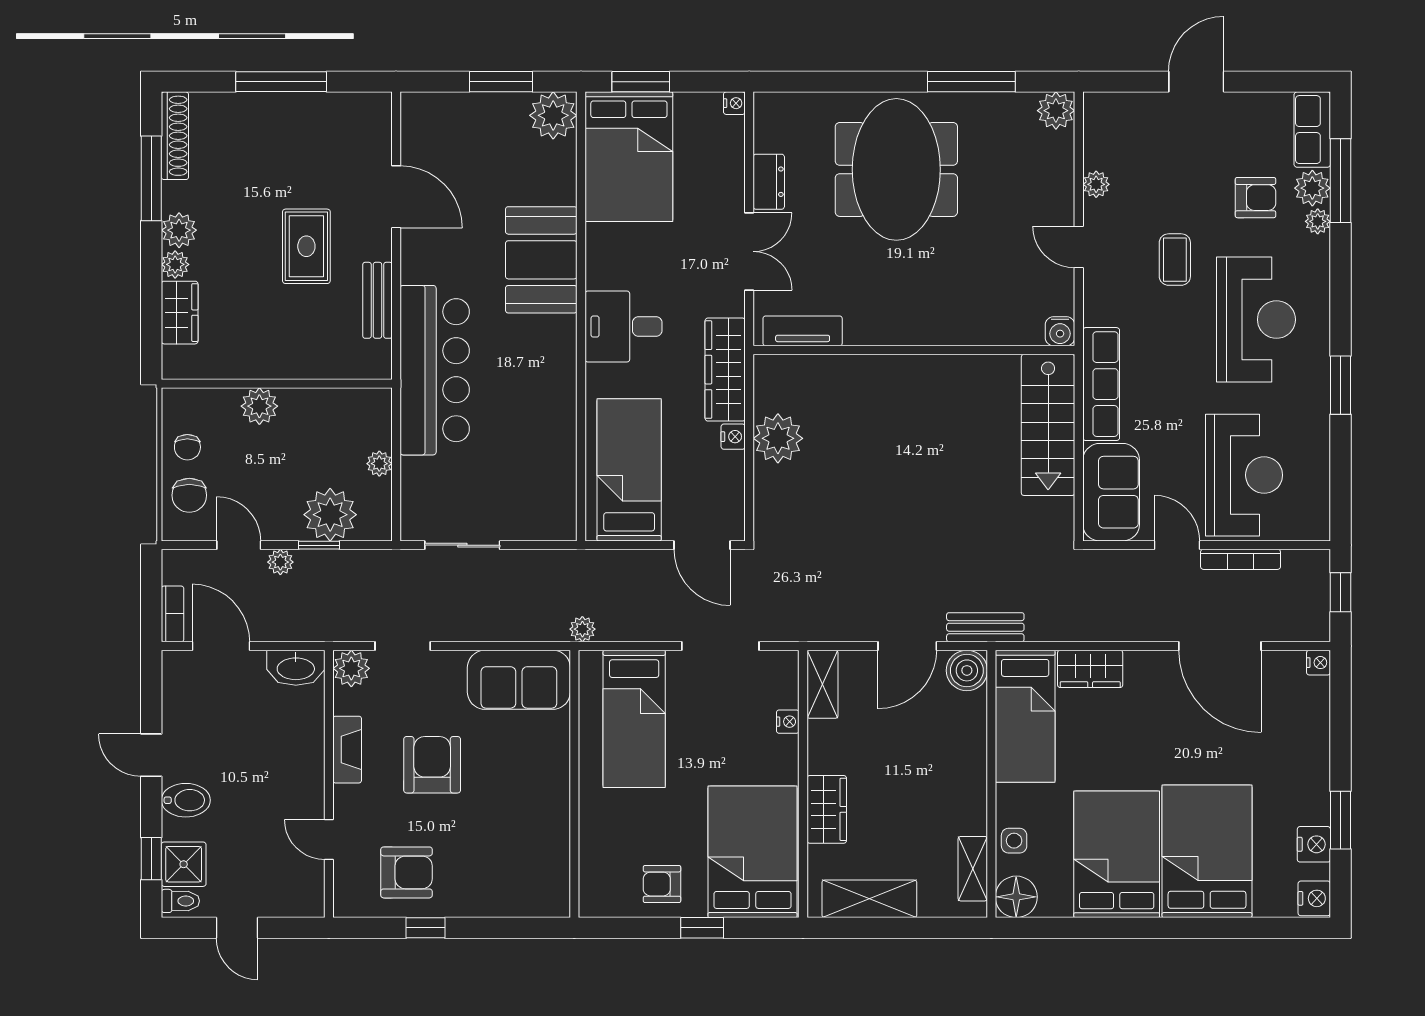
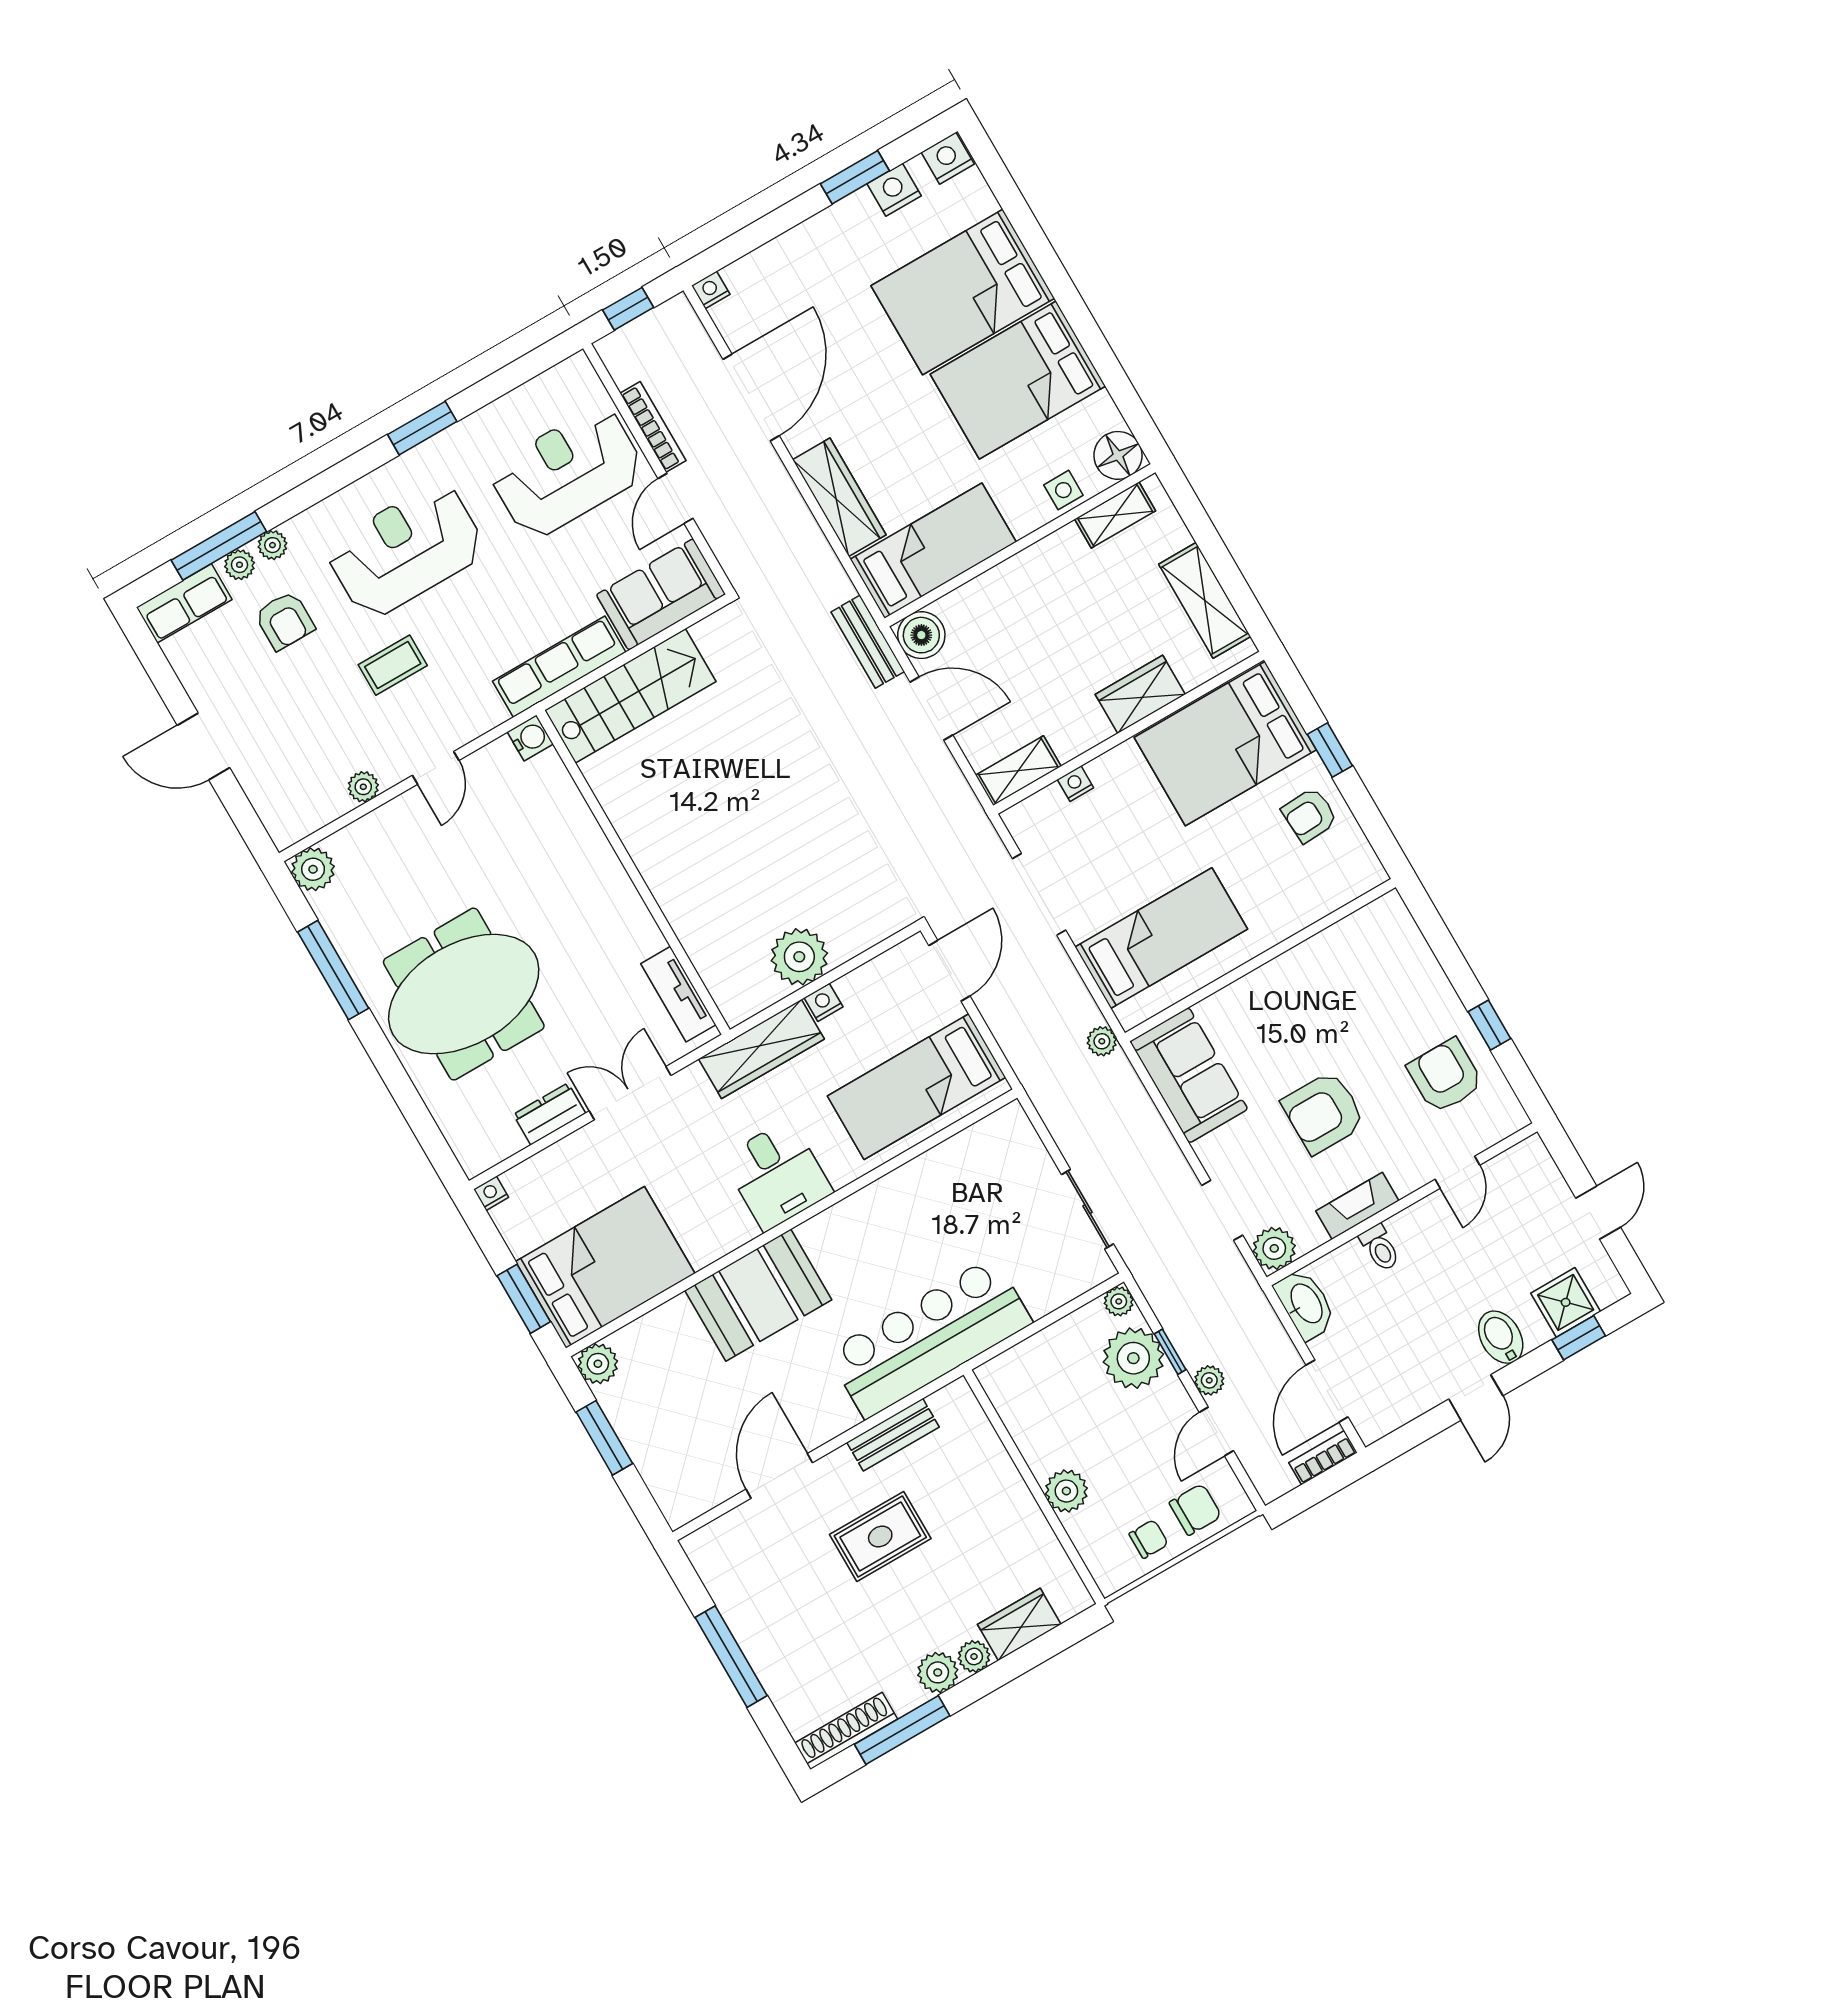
plant: (553, 115) -> (598, 1364), width x0.73, depth x0.73
plant: (1312, 188) -> (240, 565), width x0.73, depth x0.73
armchair: (1255, 198) -> (285, 621), turned 180
plant: (379, 464) -> (1119, 1301), moved
wardrobe: (1090, 669) -> (839, 497), width x1.50
armchair: (662, 884) -> (1309, 815), turned 87
toilet: (180, 901) -> (1380, 1248), moved, turned 180

